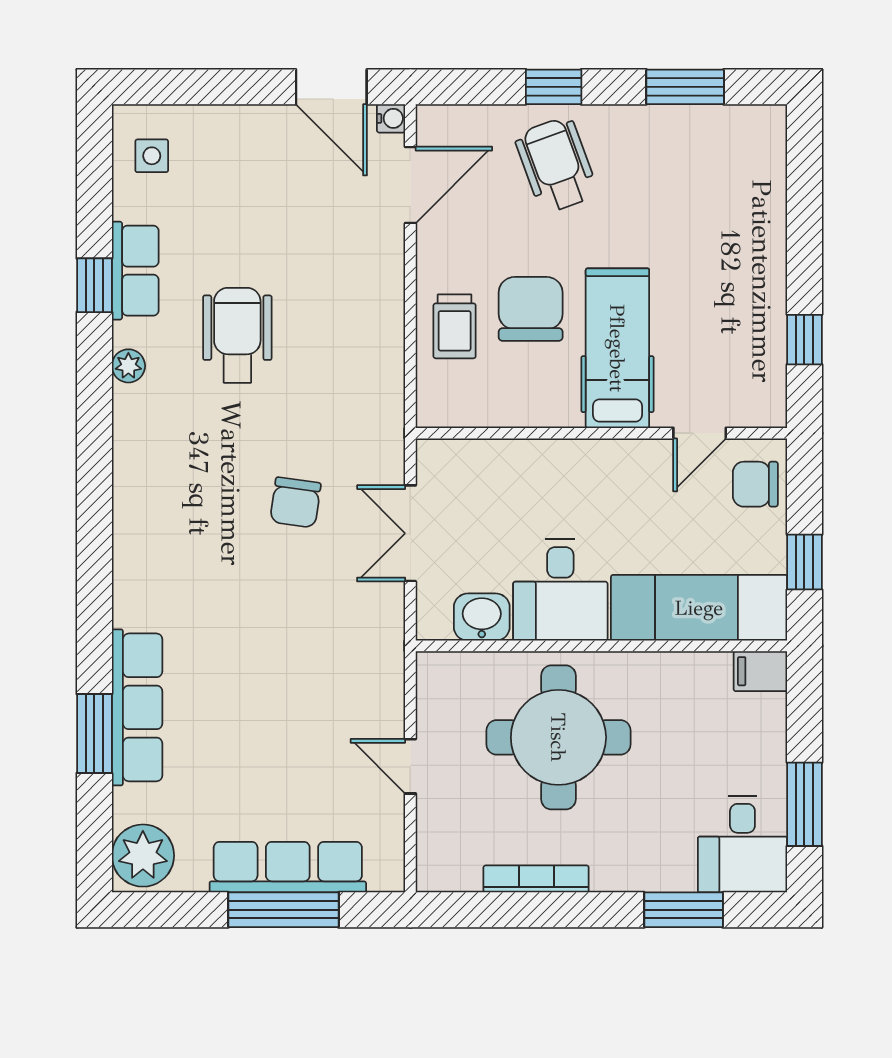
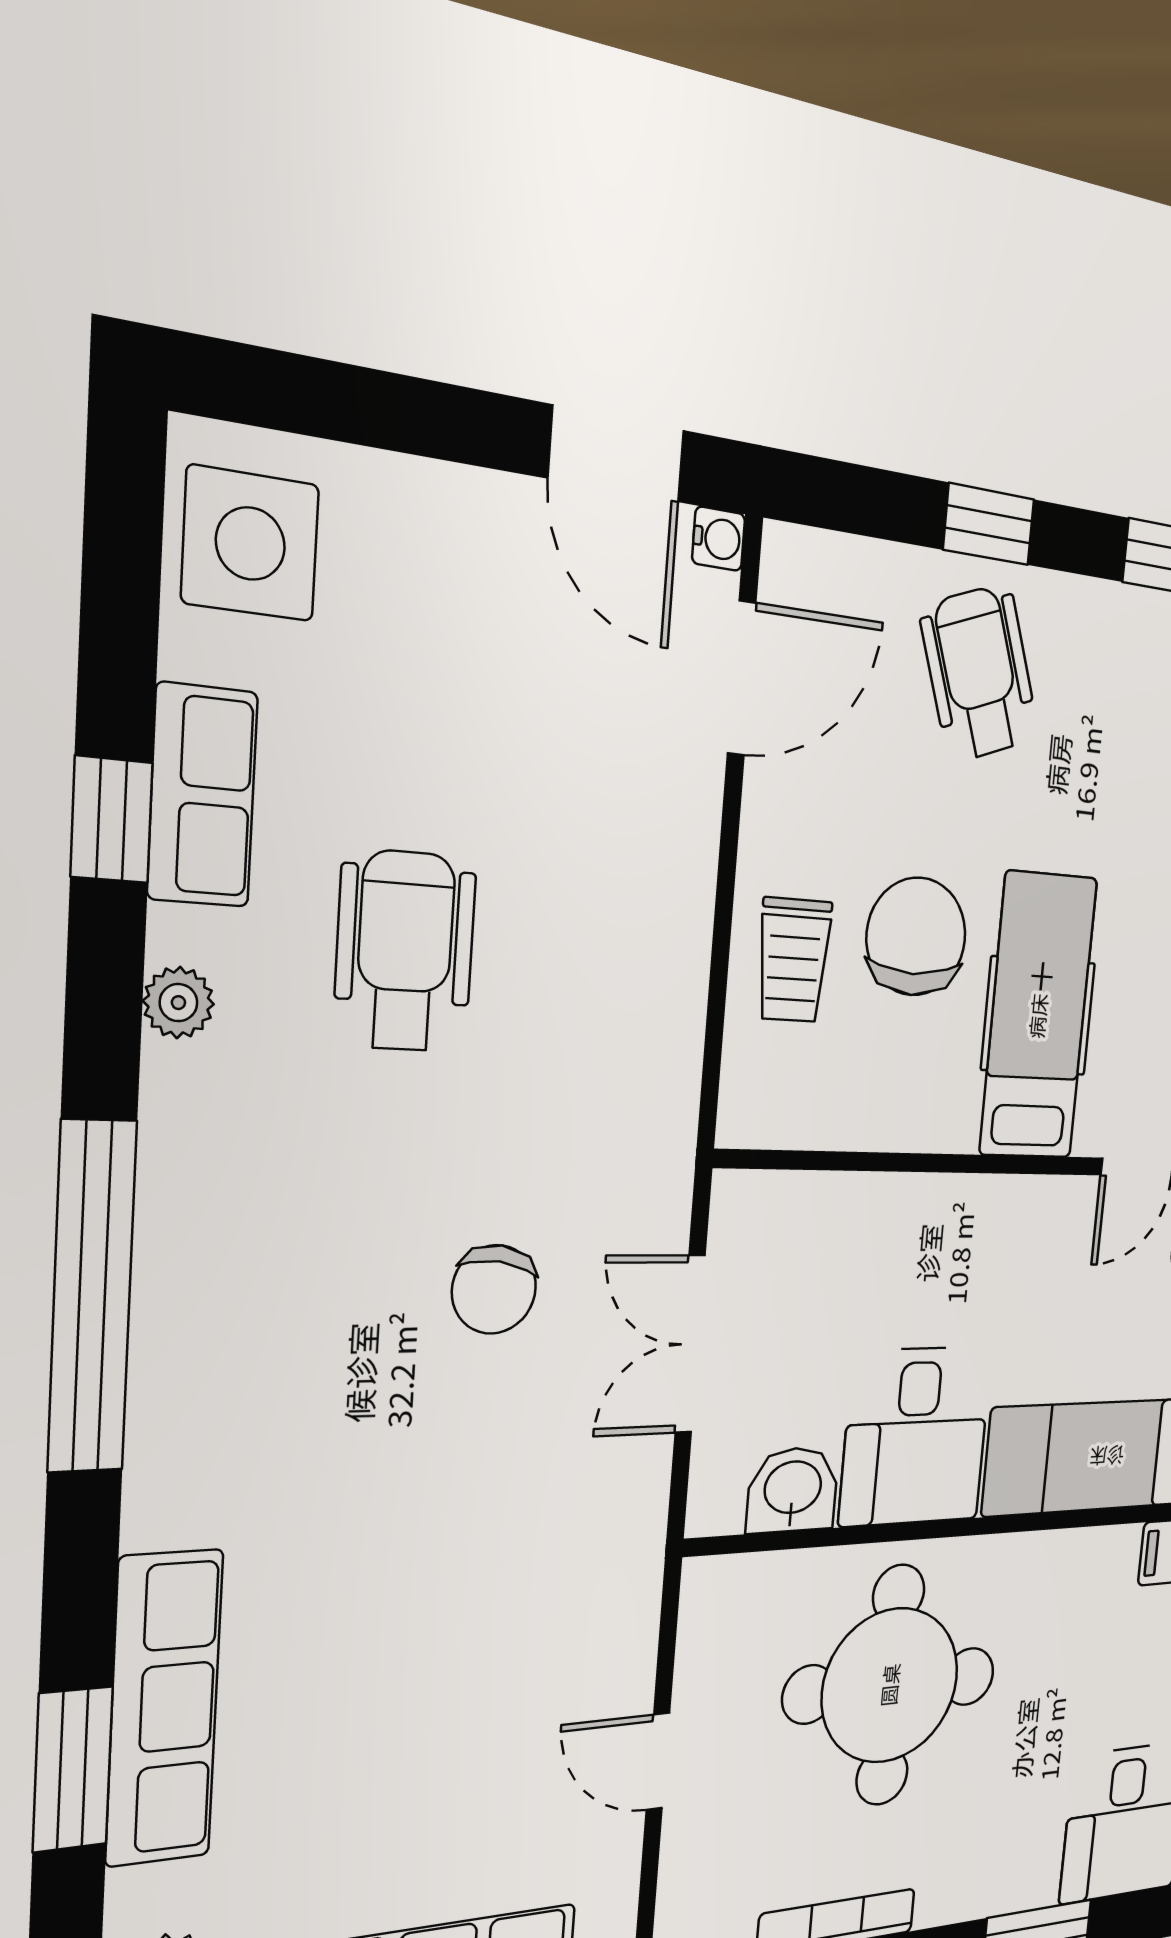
side table: (152, 156) -> (250, 544), width x1.87, depth x1.87
window: (94, 504) -> (92, 1297), added

